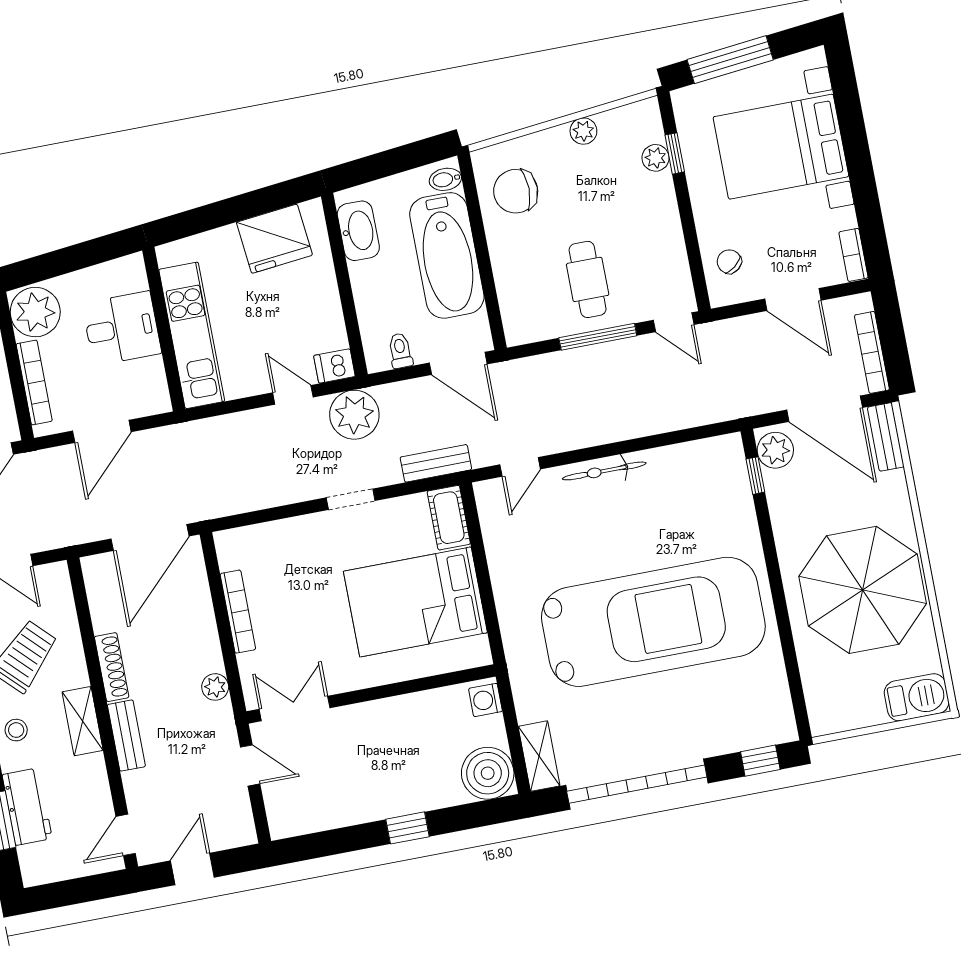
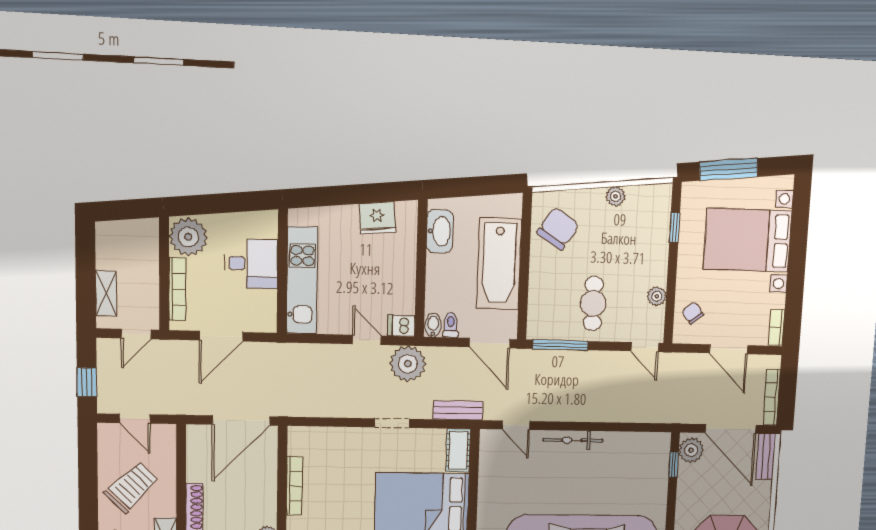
plant: (655, 158) -> (657, 296), moved
bidet: (445, 179) -> (433, 325), moved, turned 90
chair: (516, 191) -> (558, 229), turned 123
fridge: (274, 239) -> (377, 218), width x0.73, depth x0.75
window: (598, 337) -> (560, 345), moved
door: (520, 467) -> (516, 425), hinge flipped

